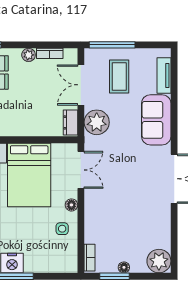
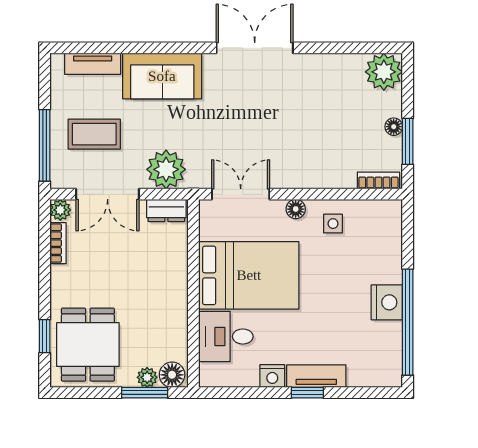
plant: (29, 55) -> (60, 210), moved

